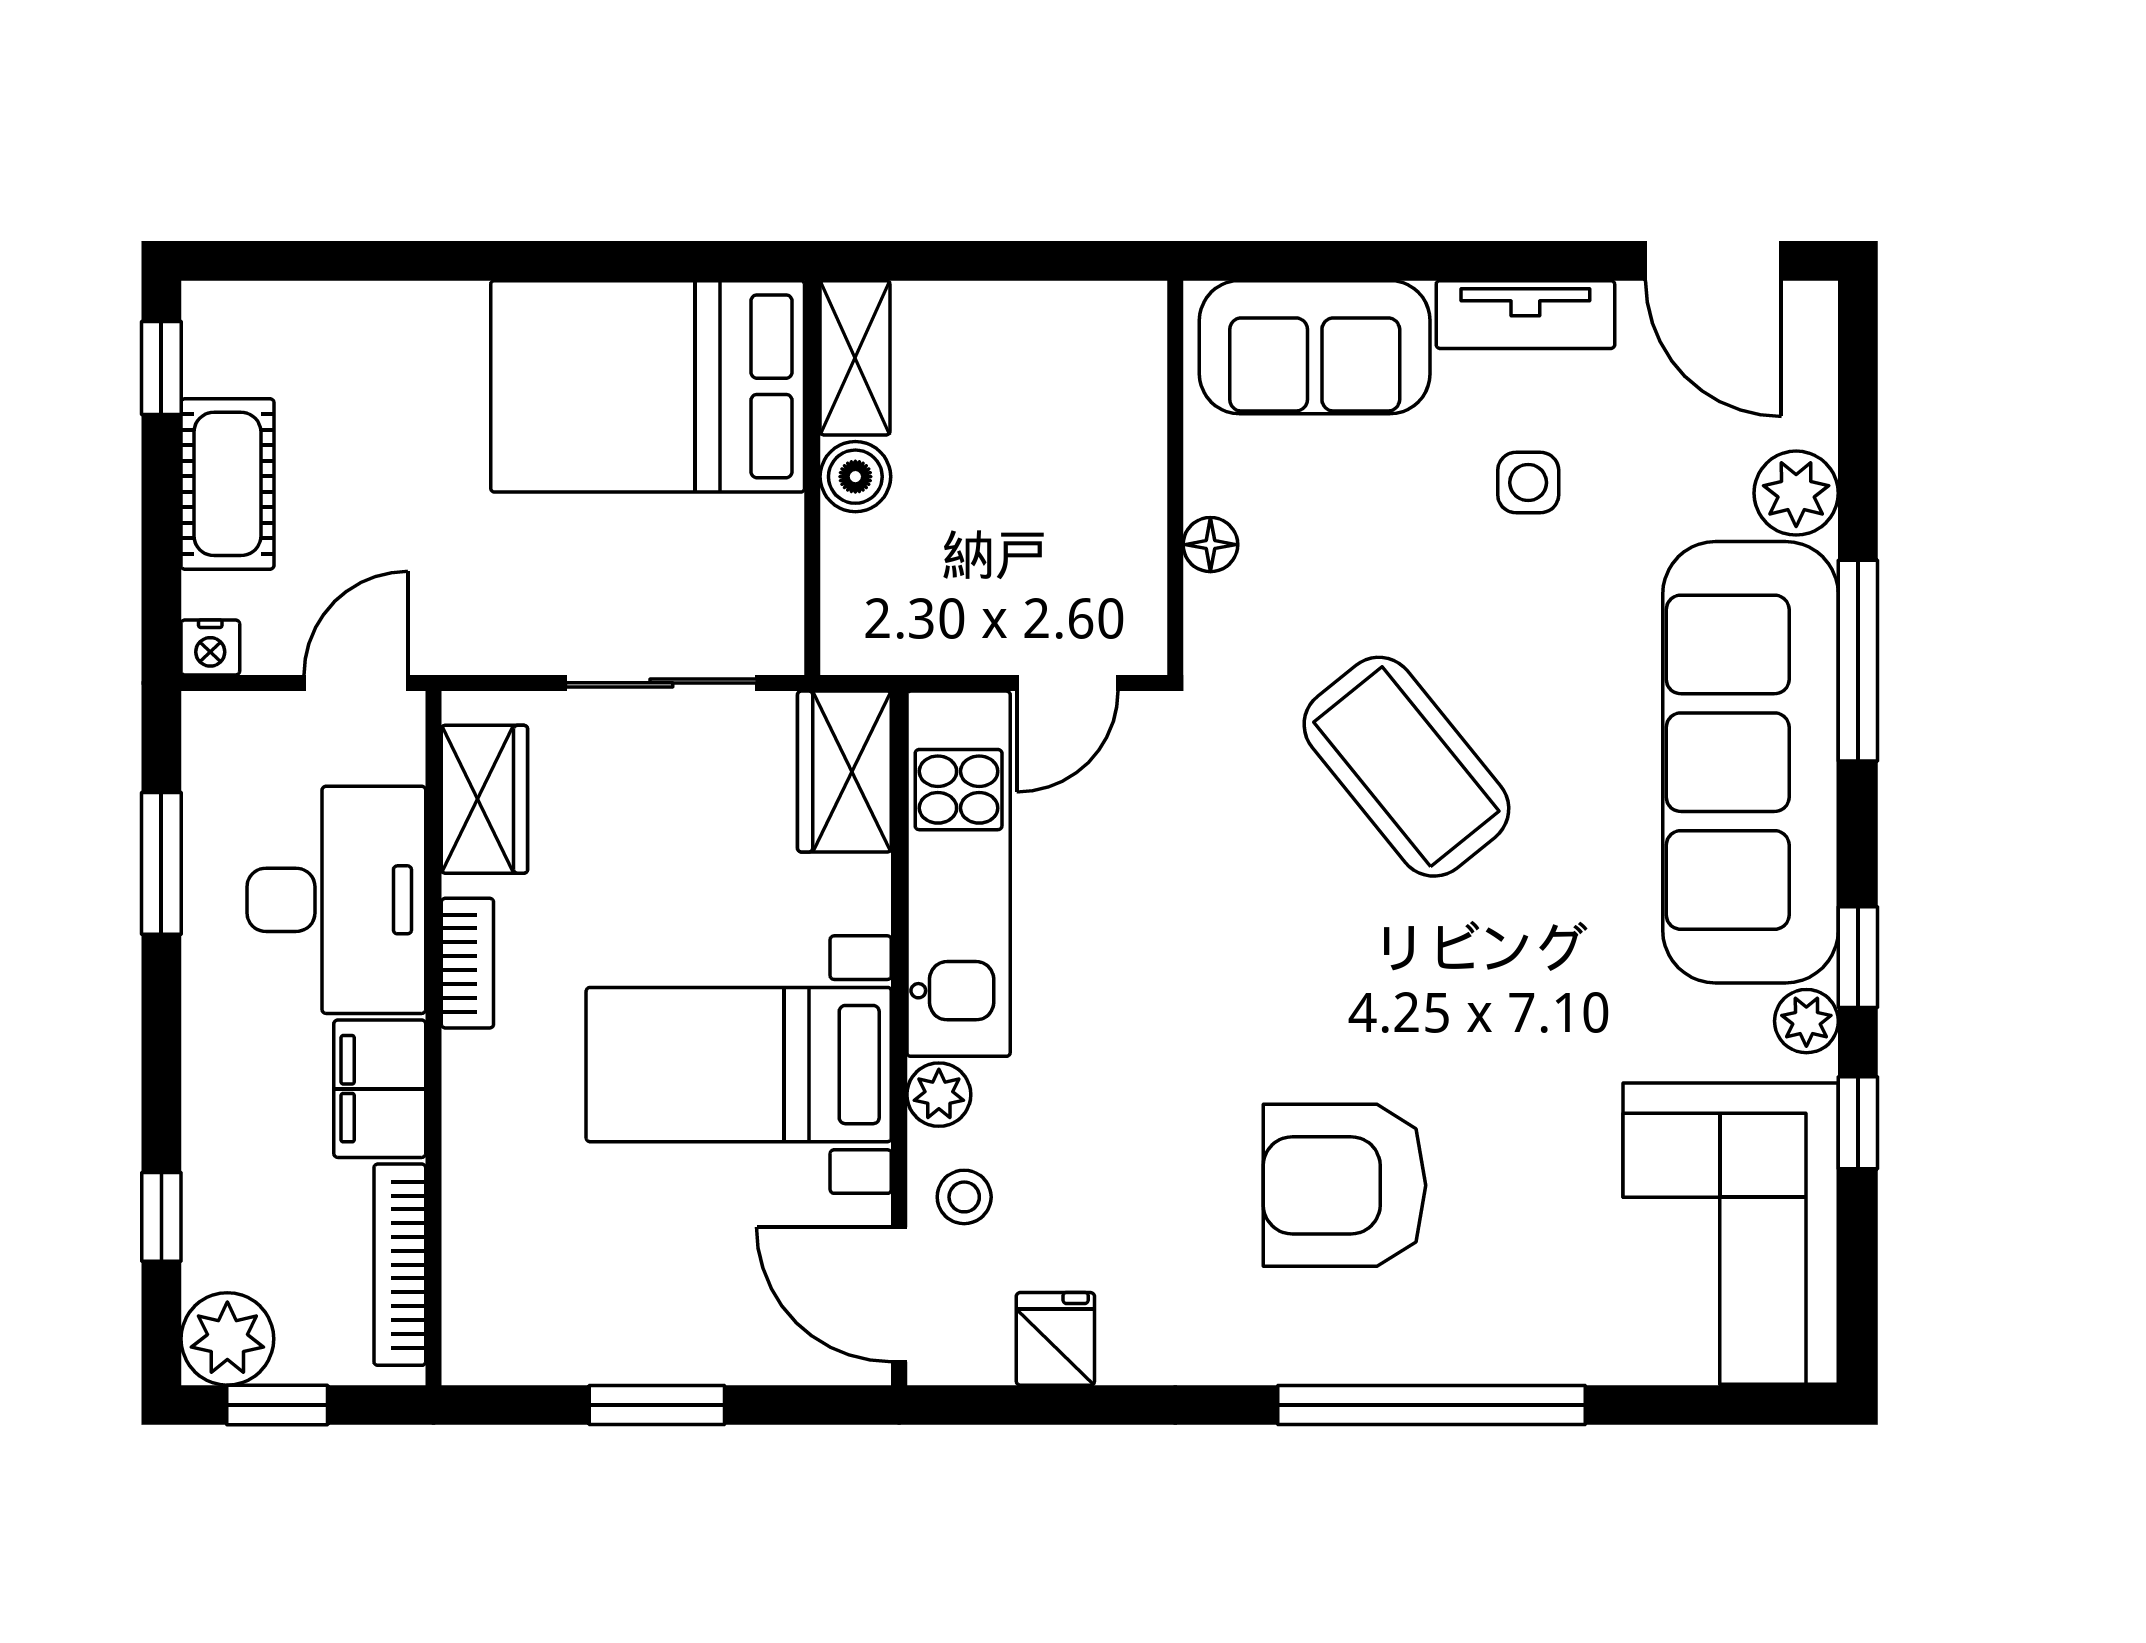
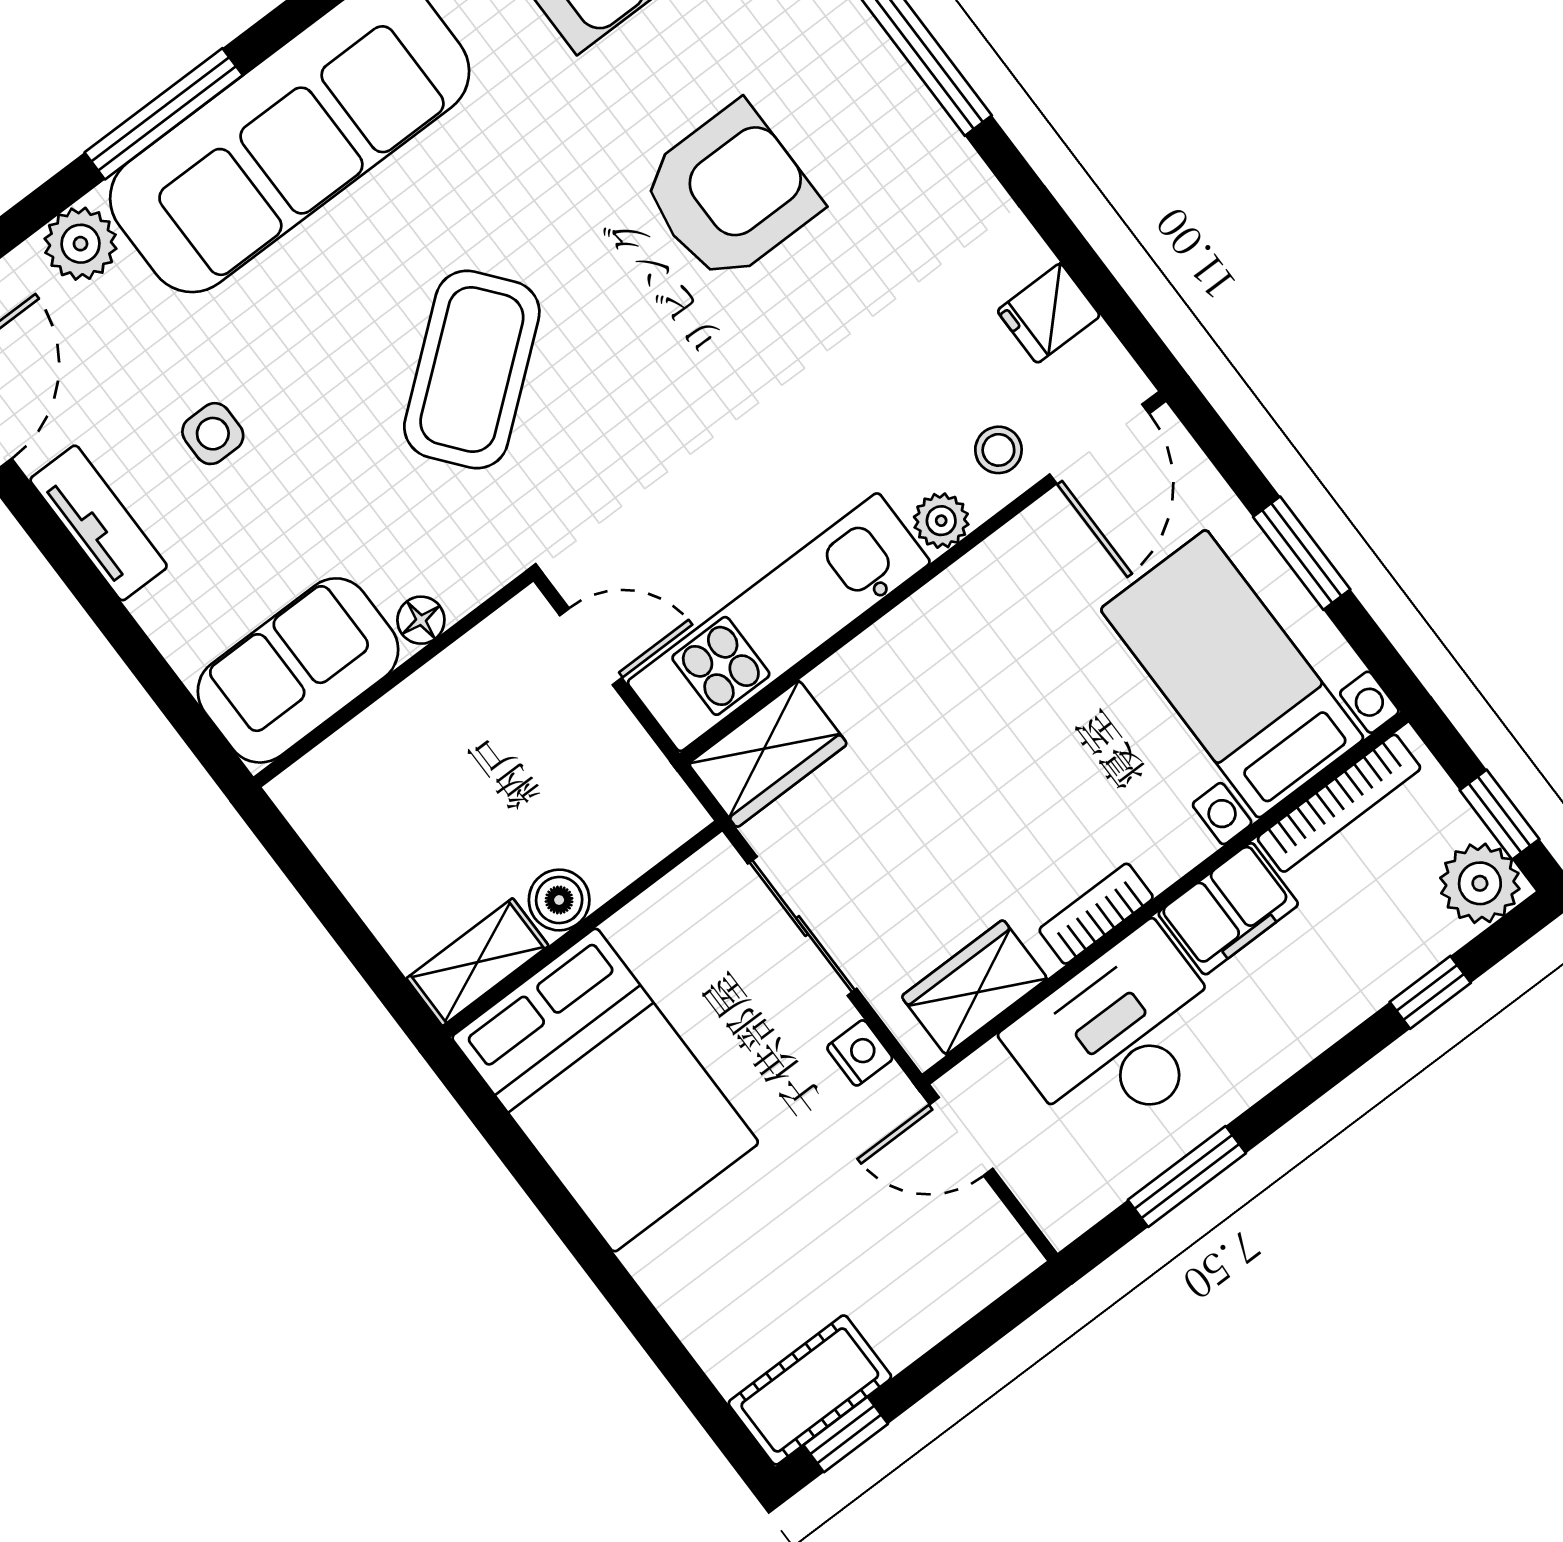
sofa: (1315, 347) -> (298, 670), moved, turned -90
cot: (227, 484) -> (810, 1390), moved
nightstand: (210, 647) -> (860, 1053), moved
bed with nightstands: (739, 1065) -> (1232, 674), moved, turned 180
armchair: (1344, 1185) -> (730, 193), moved, turned -90

